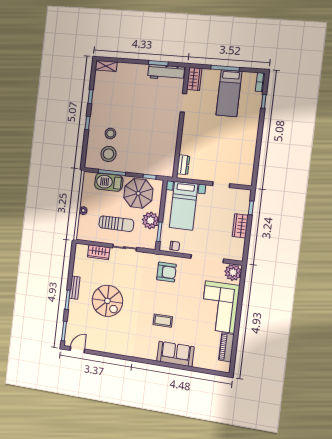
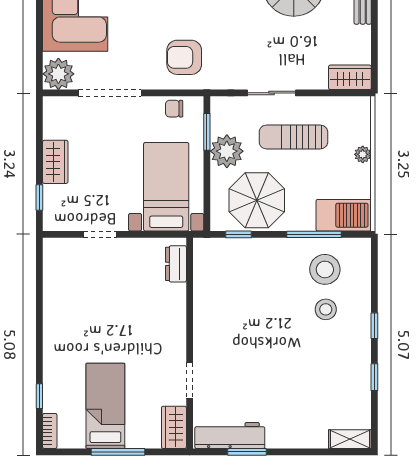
barbecue: (109, 182) -> (344, 215), moved
wardrobe: (99, 252) -> (350, 77), moved

